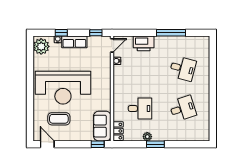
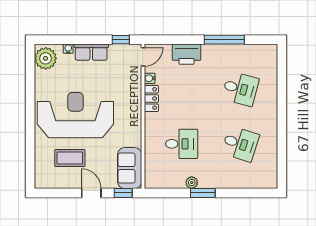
window: (61, 33) -> (73, 40), removed
reception desk: (63, 88) -> (75, 115), turned 180
desk: (183, 109) -> (240, 144), turned 36
locker: (118, 131) -> (151, 98), moved
door: (47, 144) -> (91, 193), moved

